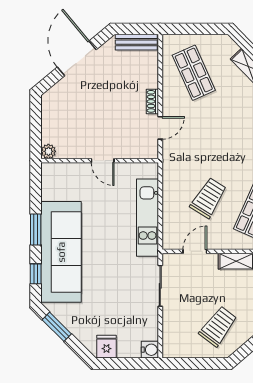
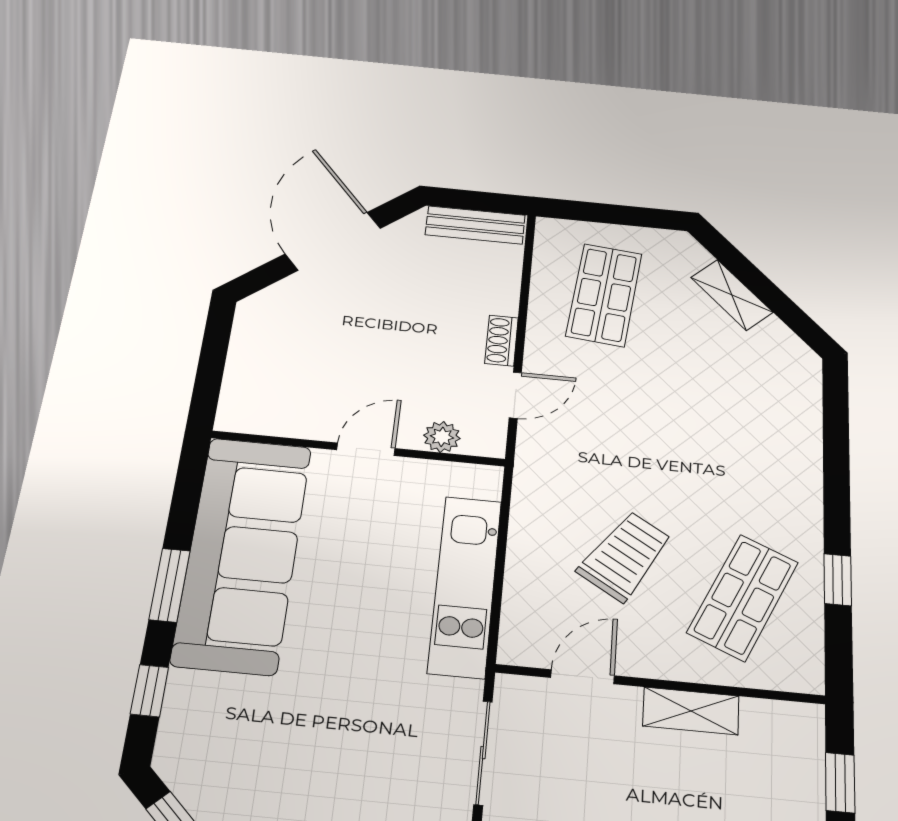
shop shelf: (194, 73) -> (604, 295), turned 30
plant: (48, 151) -> (442, 437), moved
door: (103, 161) -> (366, 449), swing flipped
sofa: (61, 252) -> (242, 553), moved

